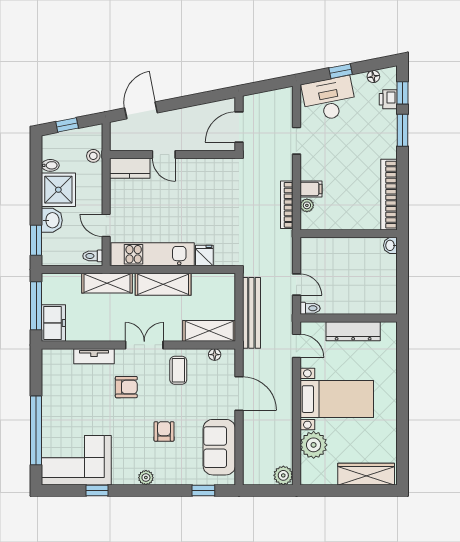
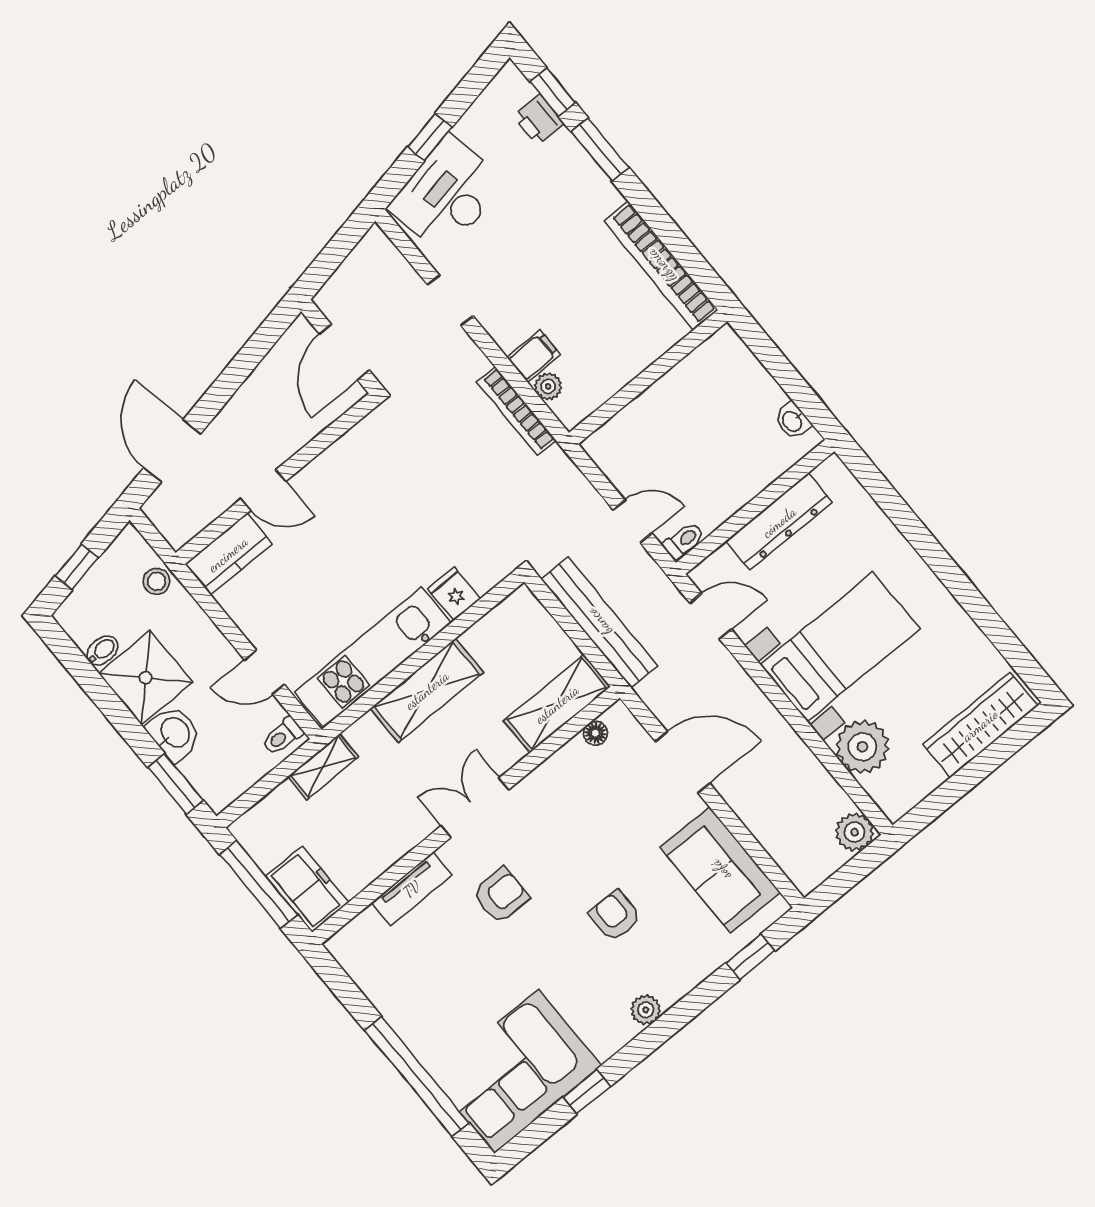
floor lamp: (373, 76) -> (487, 104), removed
washbasin: (390, 245) -> (792, 421), moved
shelving: (107, 283) -> (323, 767), width x0.67, depth x0.75
coffee table: (178, 370) -> (559, 803), removed

